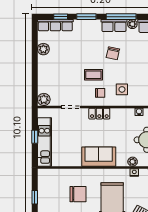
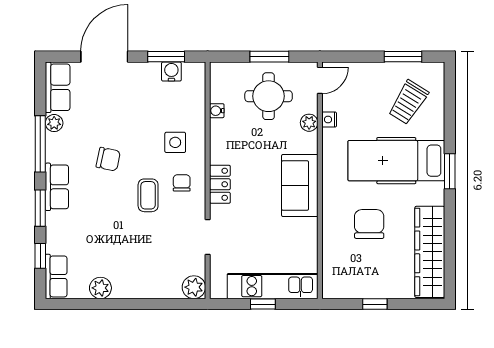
row of seats: (55, 25) -> (56, 276), width x0.68
row of seats: (114, 26) -> (57, 187), moved

